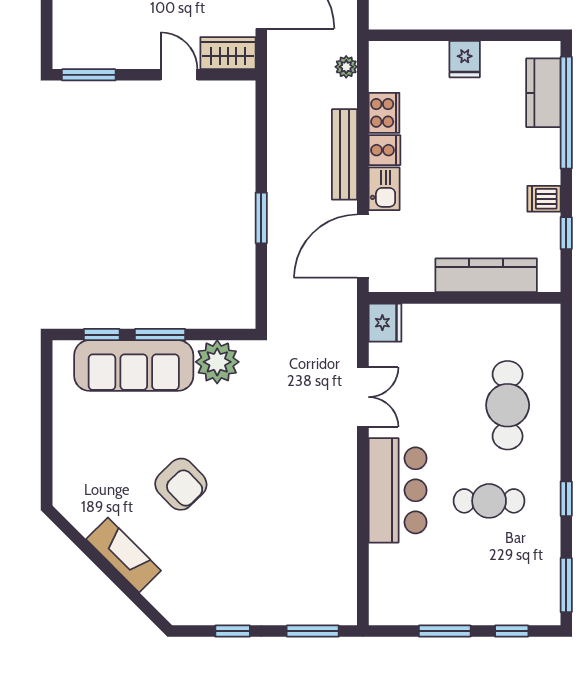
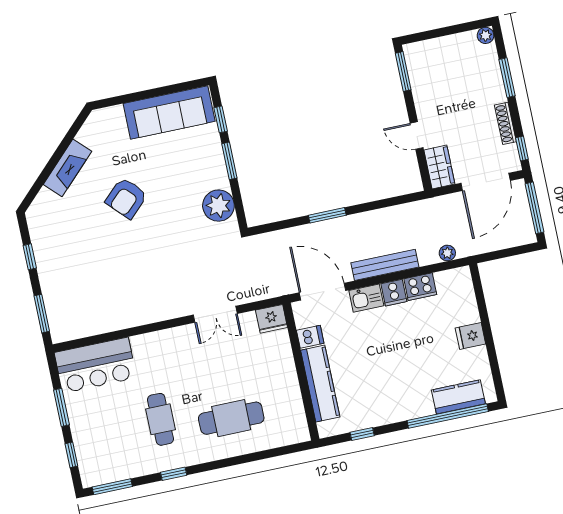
door: (179, 75) -> (417, 135), swing flipped
dishwasher: (544, 199) -> (310, 337), moved, turned 90
sofa: (134, 366) -> (169, 112), moved, turned -90
bar counter: (398, 490) -> (95, 365), moved

